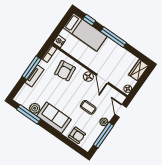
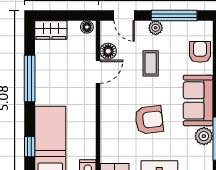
window: (114, 37) -> (30, 78), moved
armchair: (65, 71) -> (149, 120), moved
floor lamp: (88, 77) -> (108, 51), moved
door: (121, 111) -> (124, 16), hinge flipped

